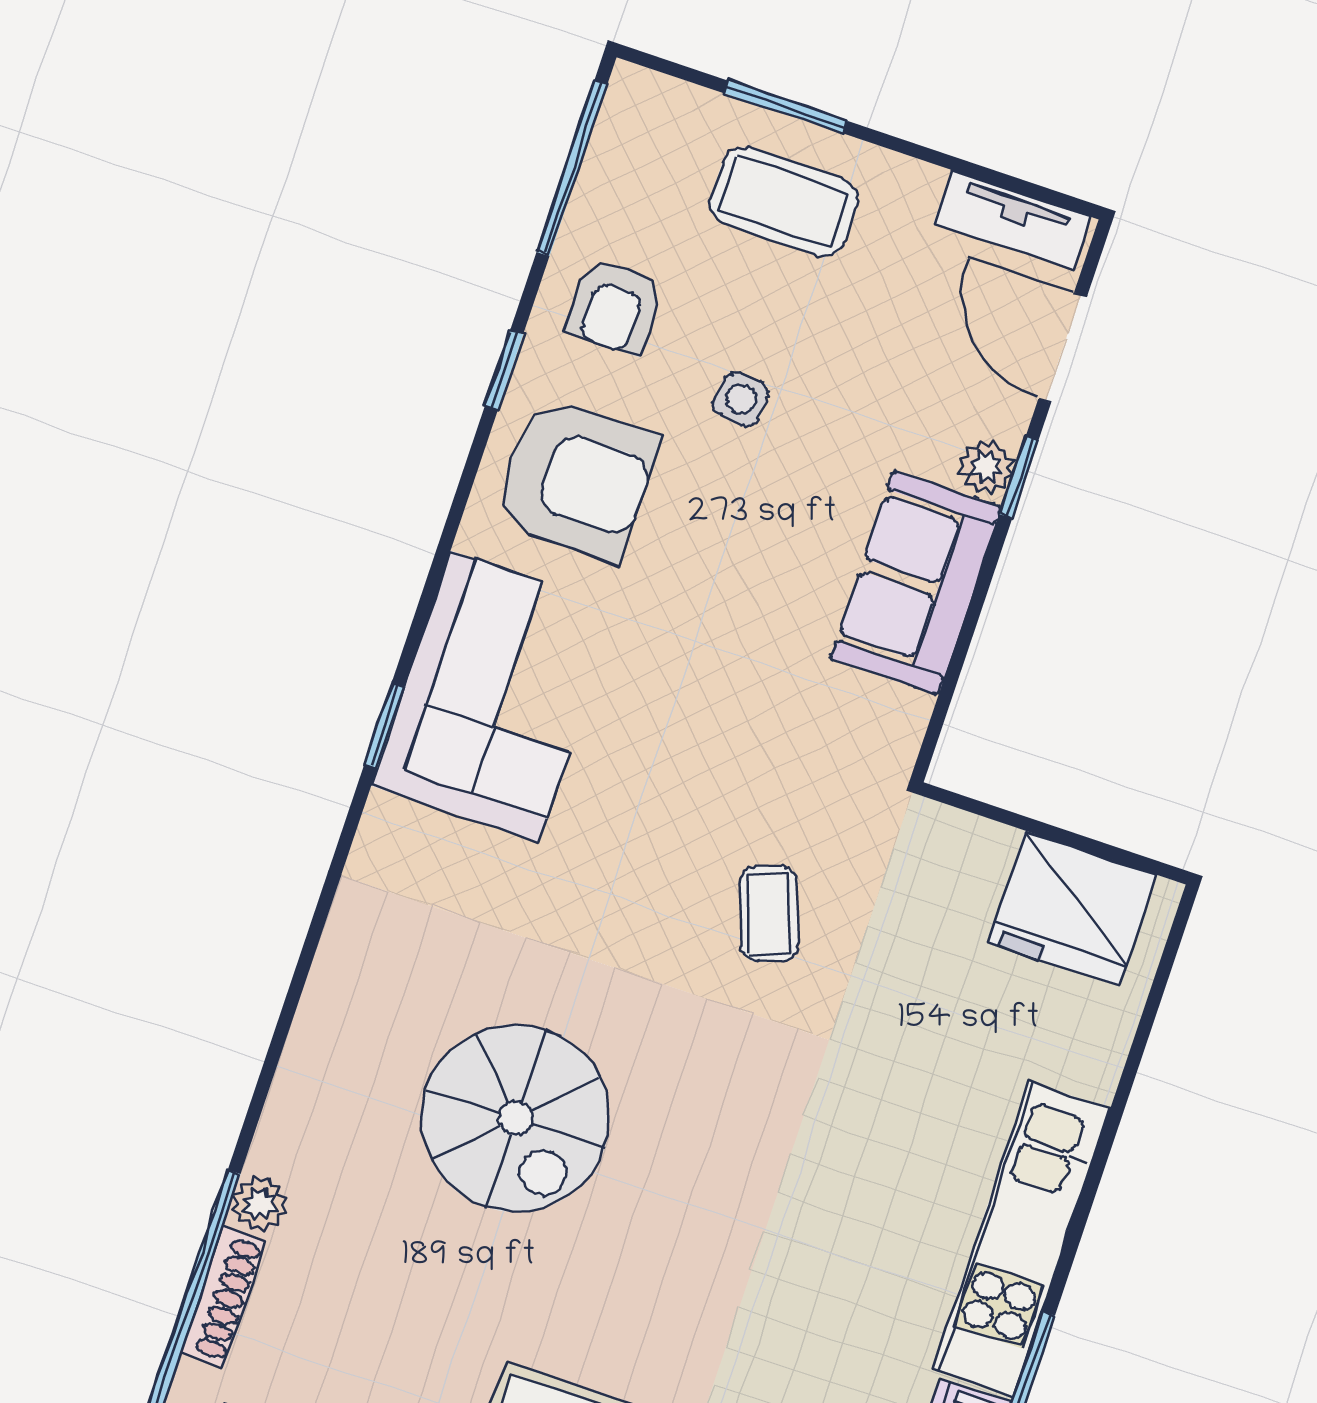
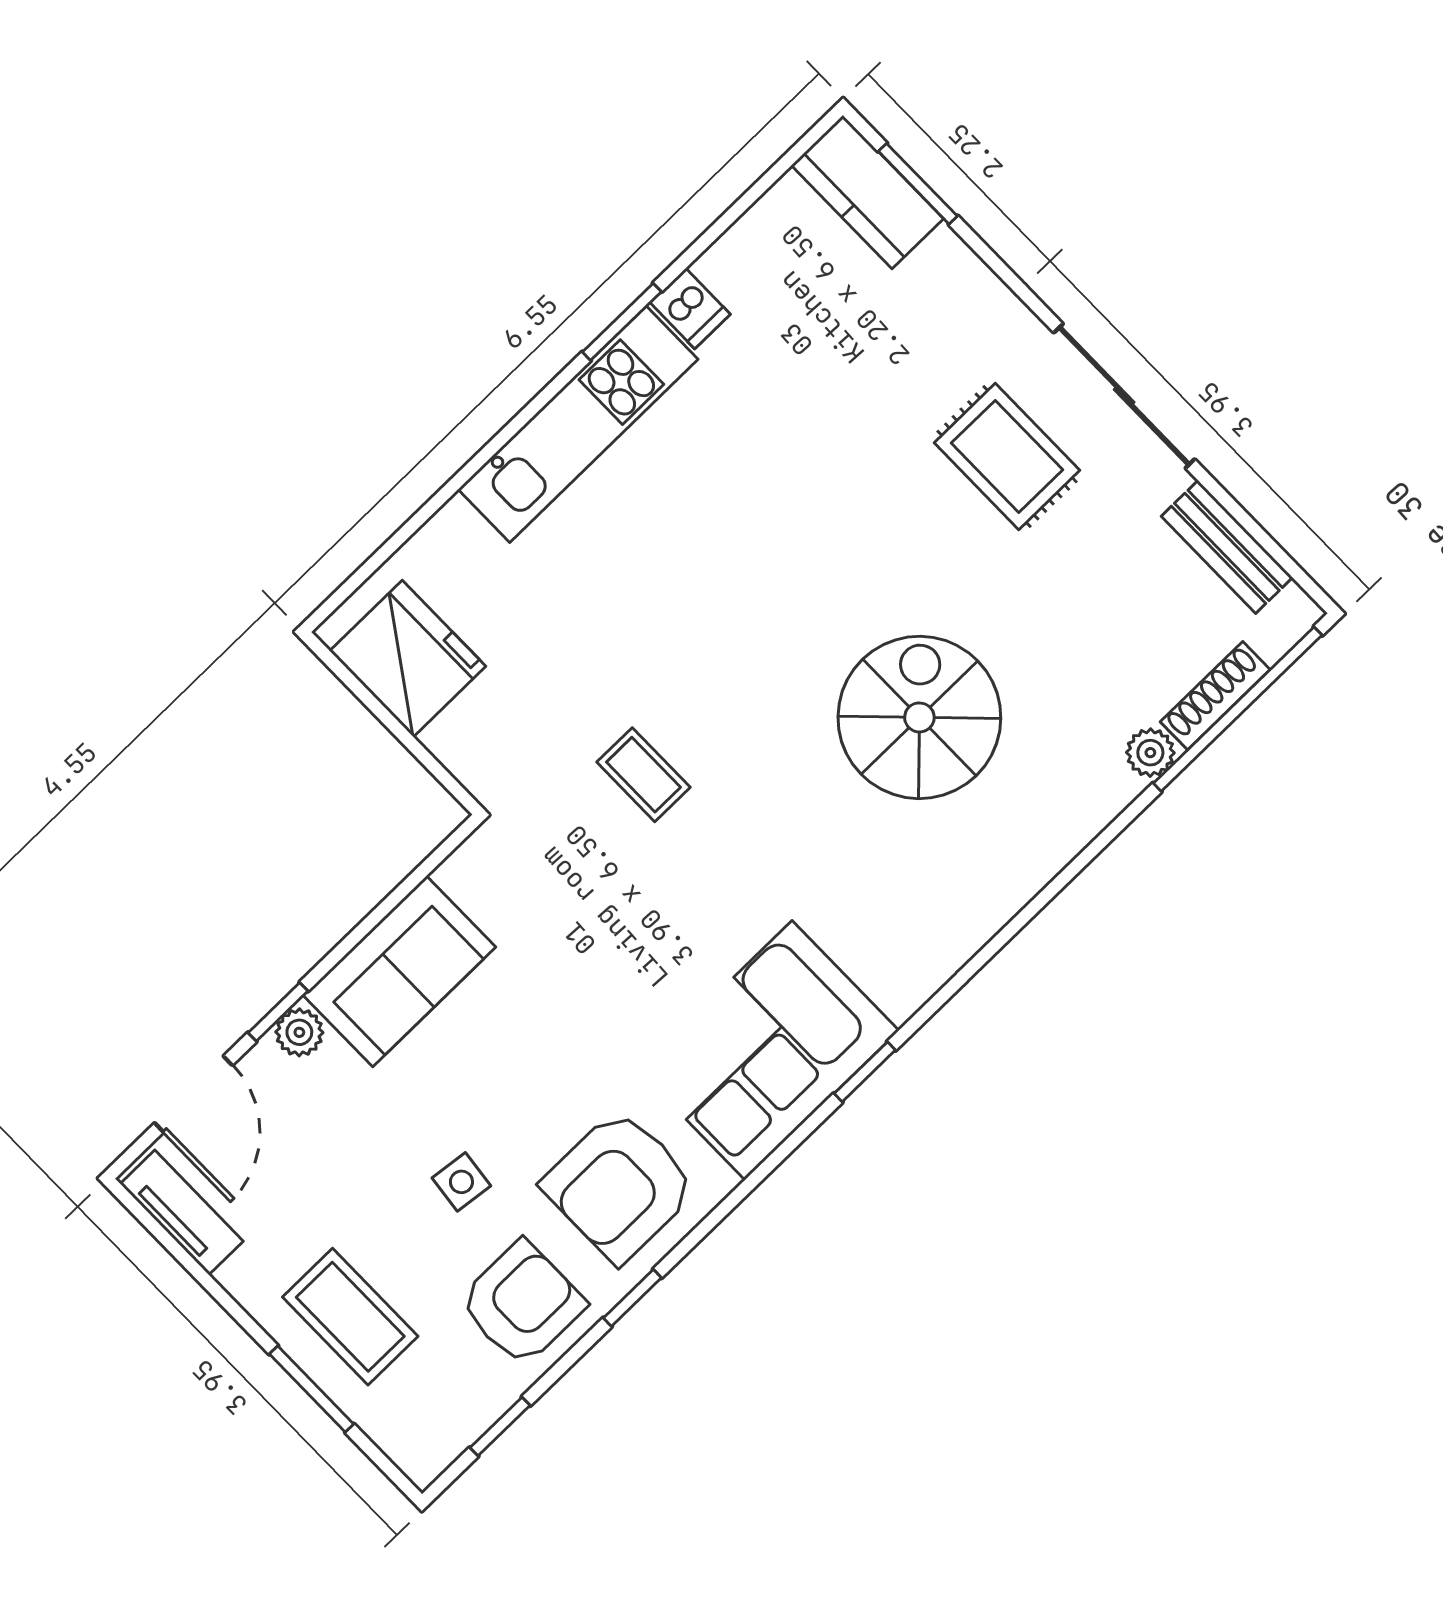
window: (572, 168) -> (500, 1427), width x0.46
armchair: (615, 306) -> (522, 1303), width x1.38, depth x1.38
armchair: (576, 479) -> (620, 1186), turned -90
coffee table: (769, 914) -> (643, 775), turned -70

